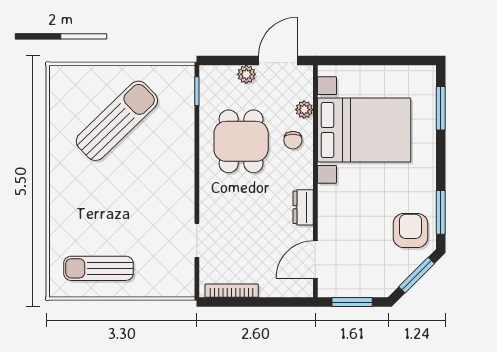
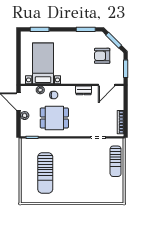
sun lounger: (117, 121) -> (45, 173), turned -136
bed with nightstands: (364, 130) -> (43, 63), width x0.73
armchair: (410, 230) -> (102, 56), moved
door: (315, 259) -> (107, 85), hinge flipped
sun lounger: (98, 268) -> (116, 161), moved

